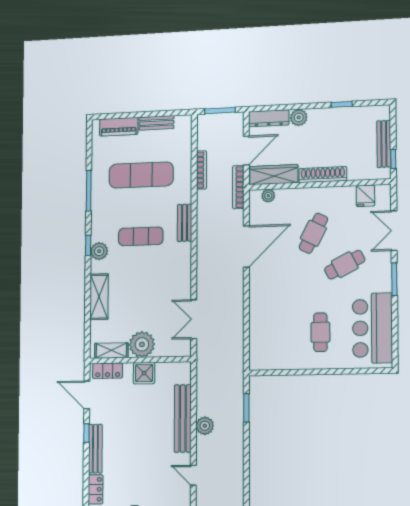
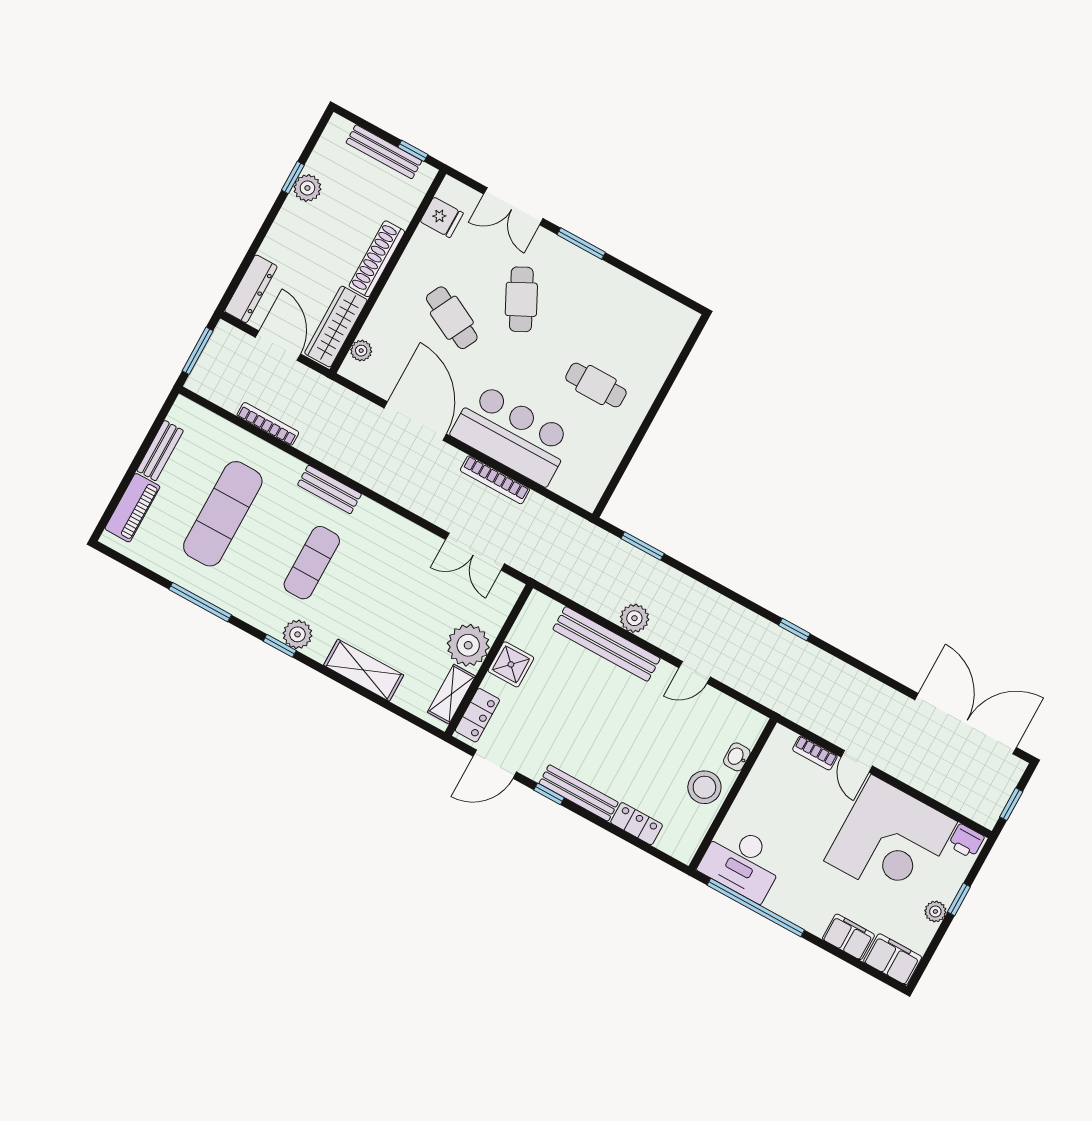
plant: (299, 117) -> (307, 188), moved
bookcase: (238, 187) -> (495, 480), moved
bar counter: (372, 328) -> (512, 435), moved, turned 180

